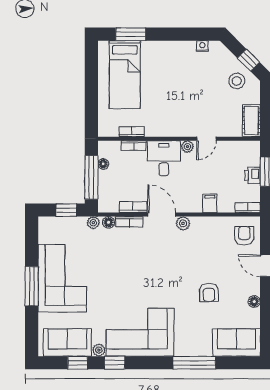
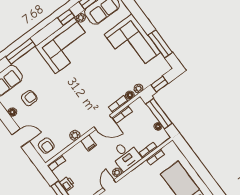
filing cabinet: (210, 203) -> (89, 143), moved
plant: (183, 223) -> (75, 135), moved
window: (32, 286) -> (160, 44), moved
armchair: (209, 292) -> (29, 98), moved, turned 91

